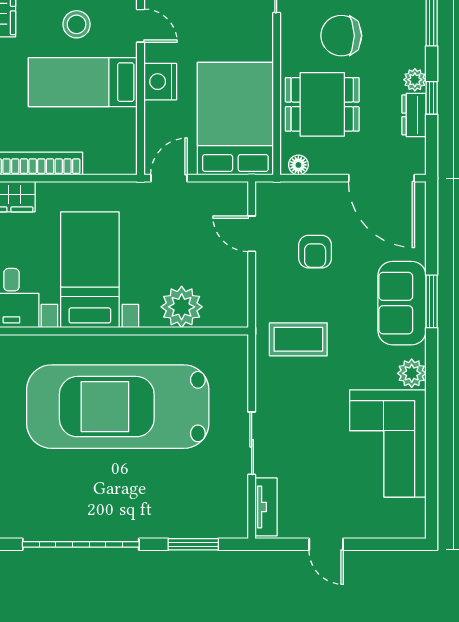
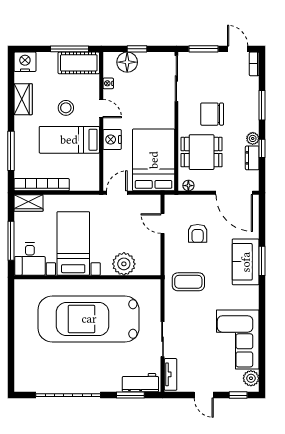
plant: (412, 373) -> (251, 378), moved
workbench: (212, 522) -> (140, 383), added
window: (388, 544) -> (238, 395), added

